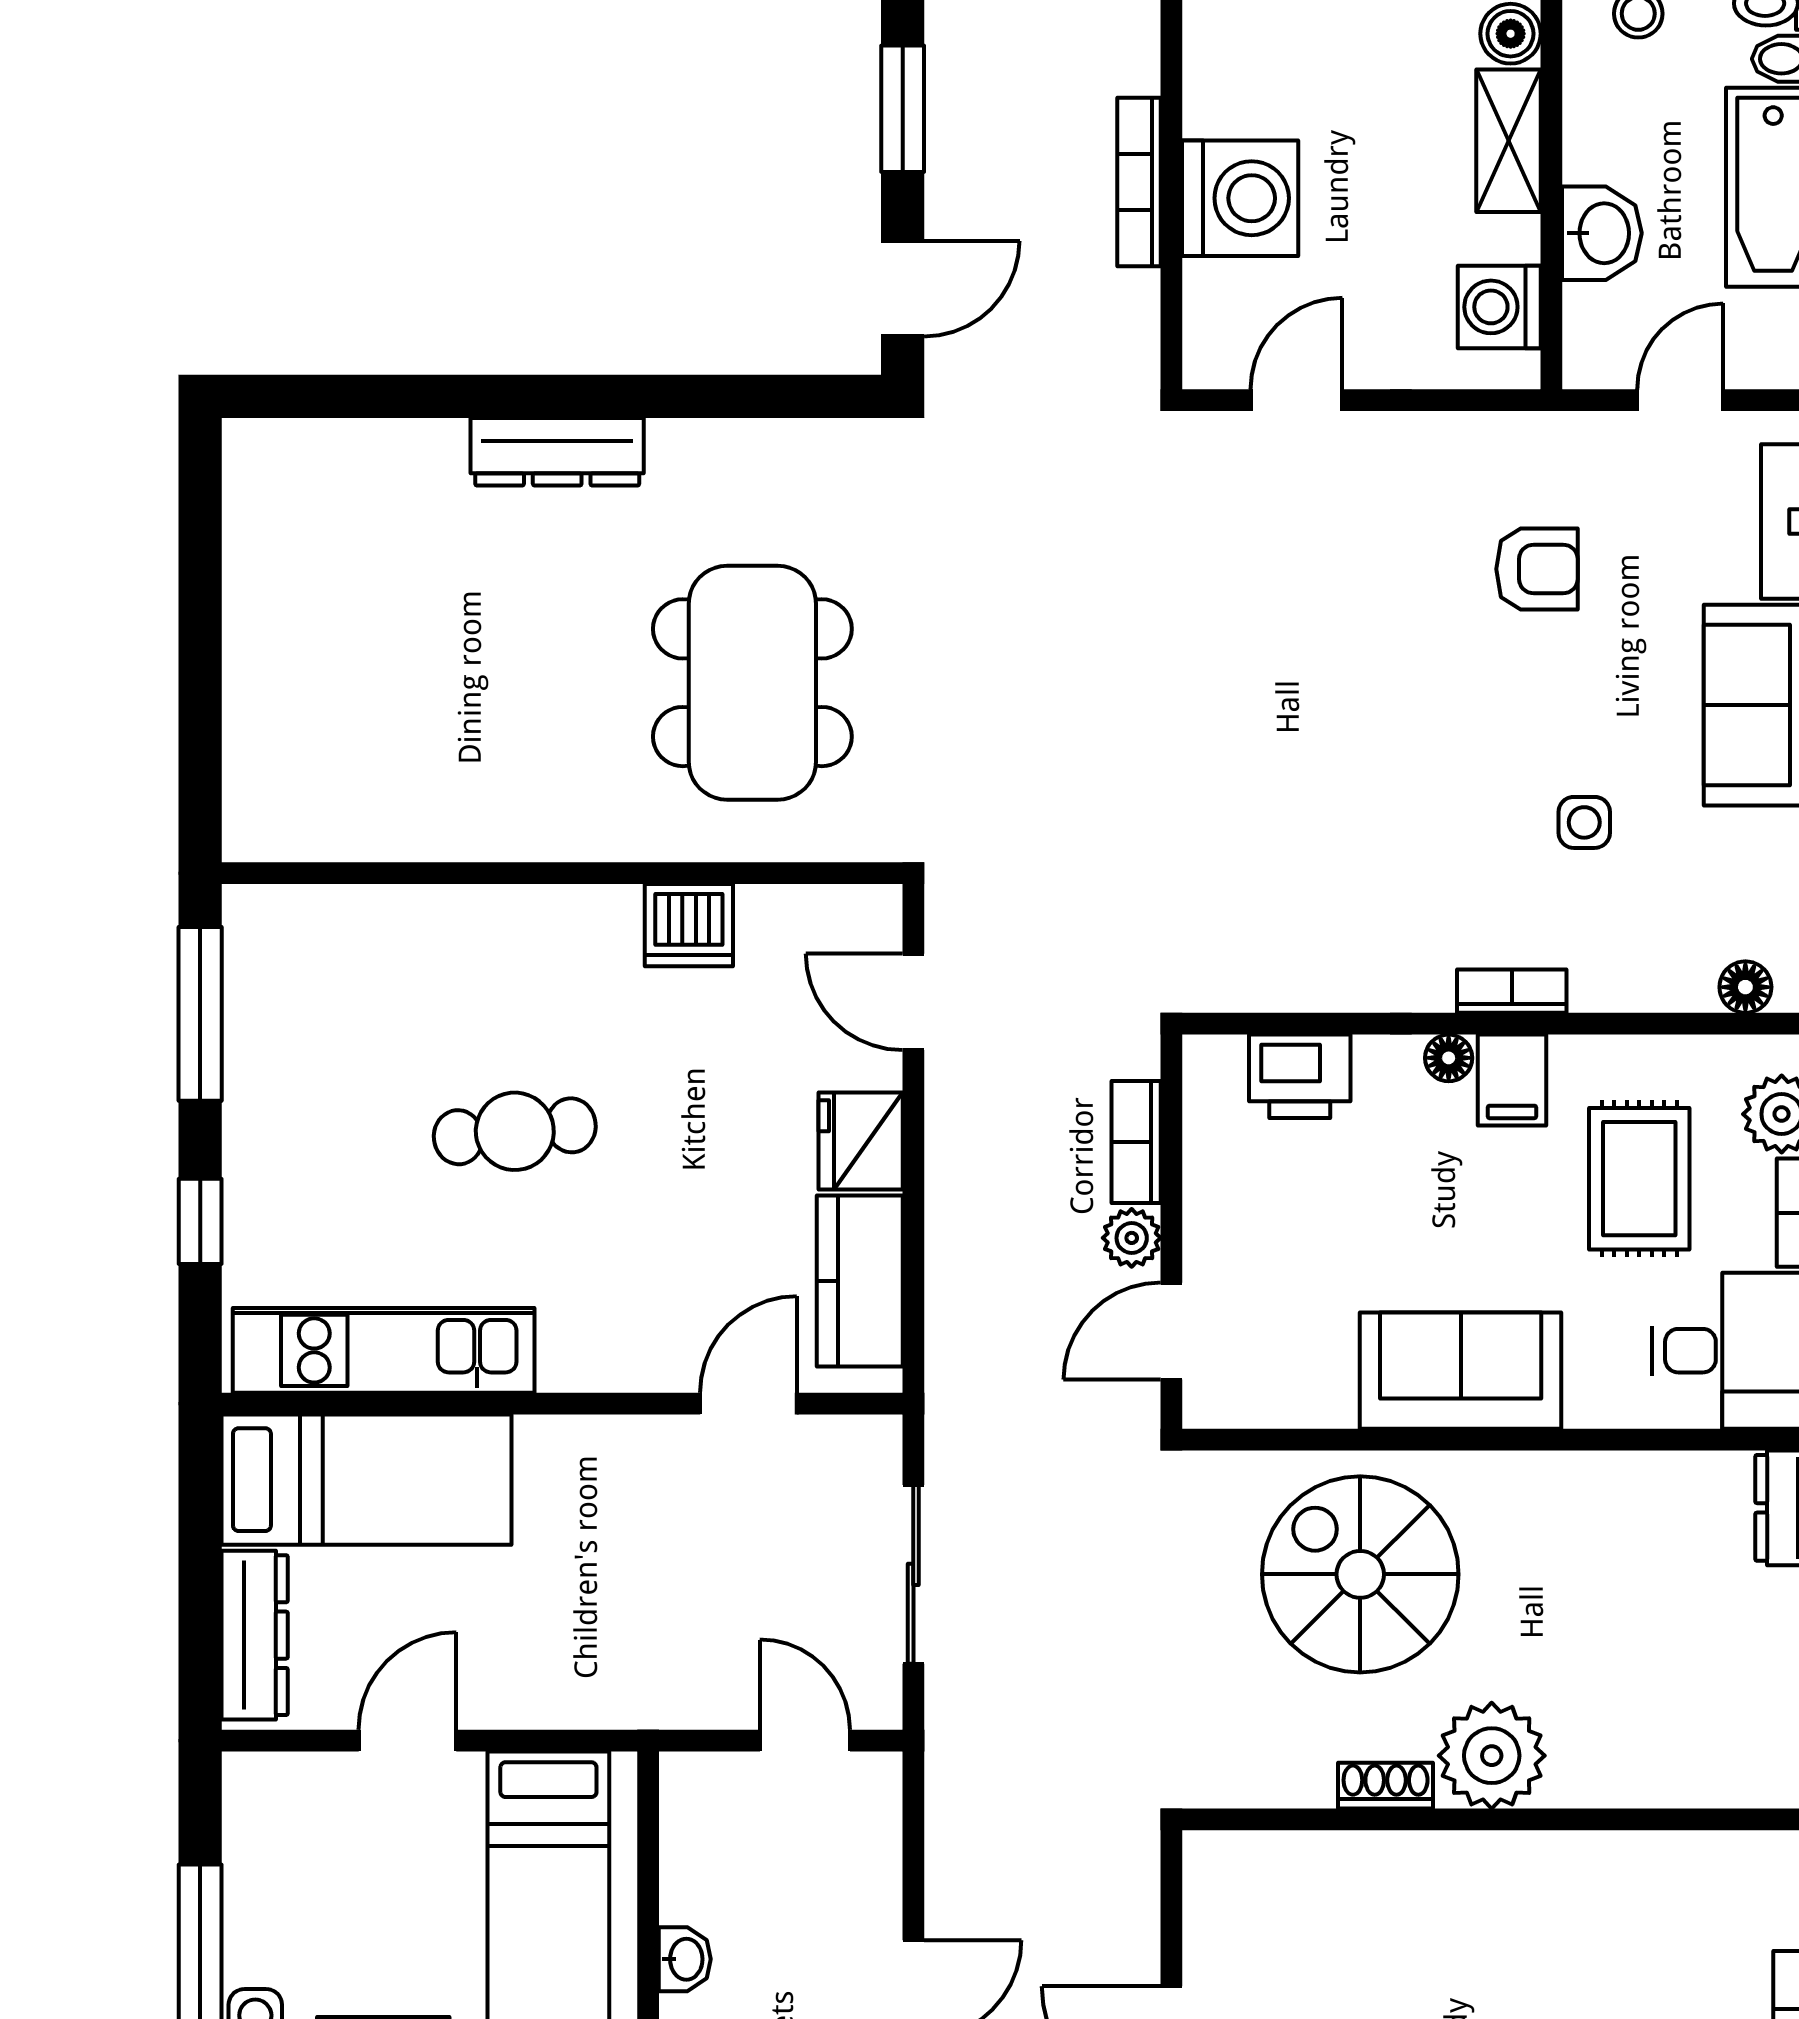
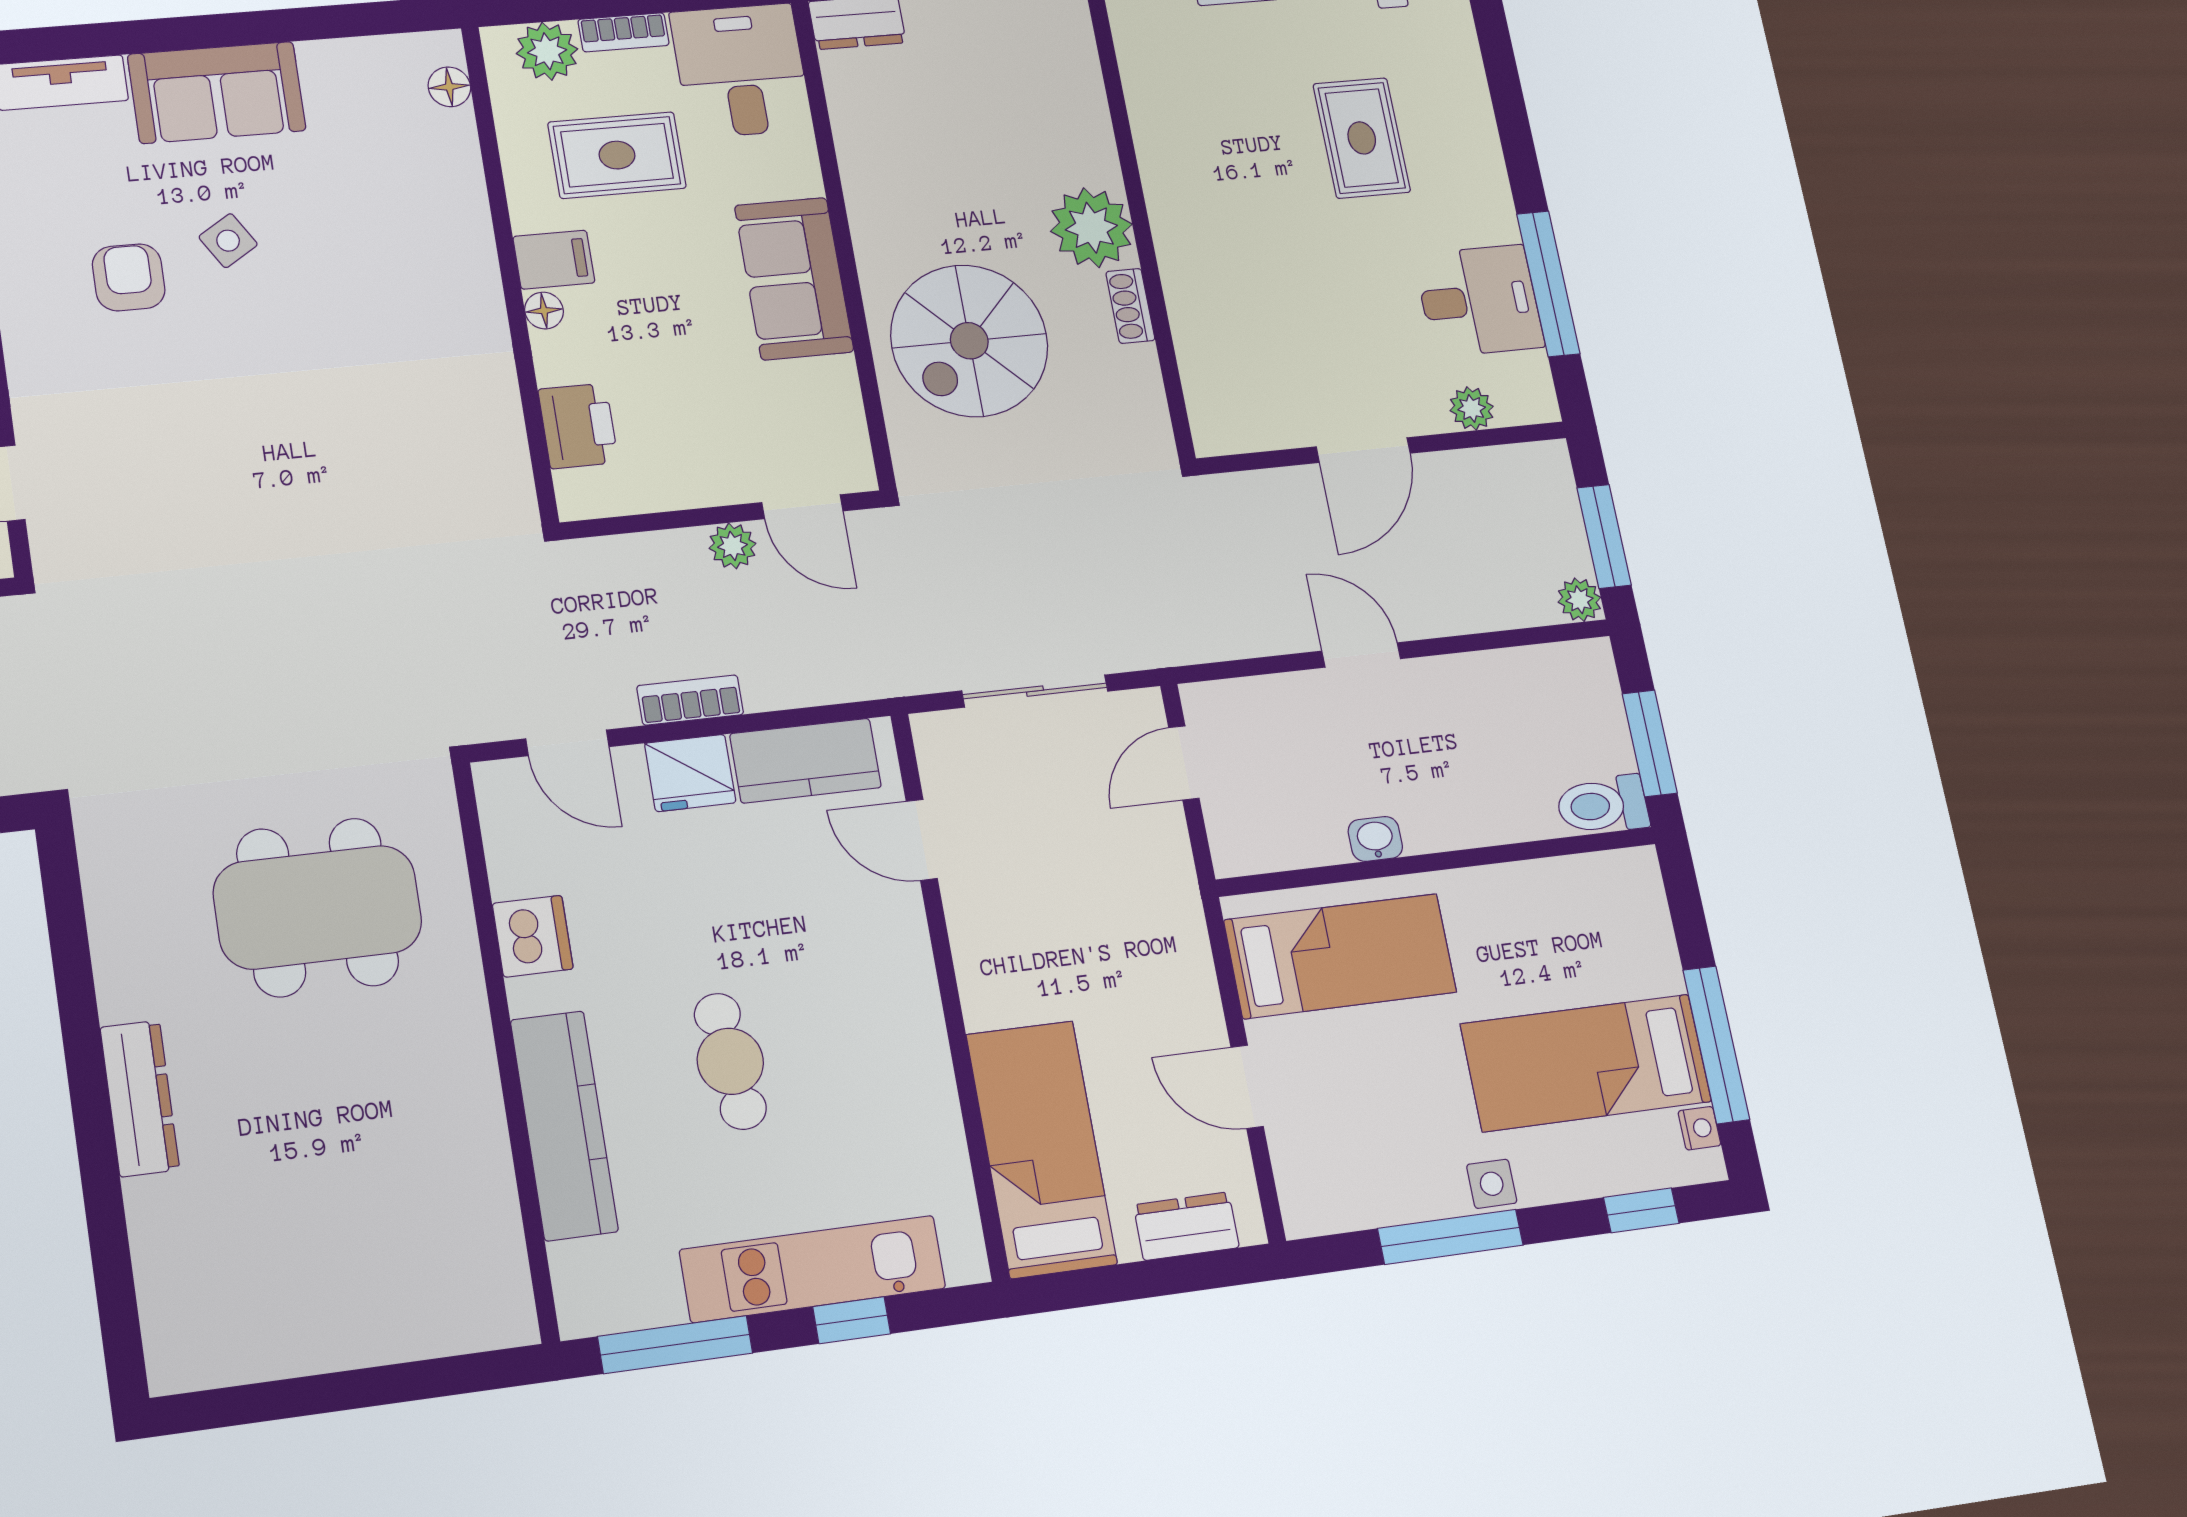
side table: (1584, 822) -> (228, 241), moved, turned -32
kitchen counter: (465, 927) -> (564, 1125), added
bookcase: (1512, 991) -> (482, 266), removed
door: (913, 1002) -> (567, 743), hinge flipped
bookcase: (1136, 1142) -> (690, 700), moved, turned 180
kitchen unit: (384, 1350) -> (813, 1269), moved, turned 90
dresser: (255, 1635) -> (1186, 1226), width x0.70

